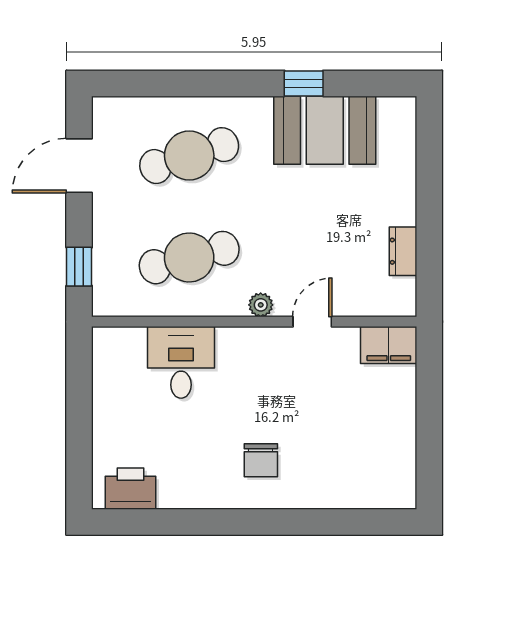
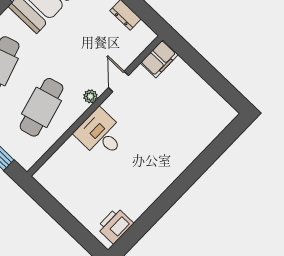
desk: (181, 362) -> (101, 134), moved
chair: (261, 460) -> (156, 159), removed

